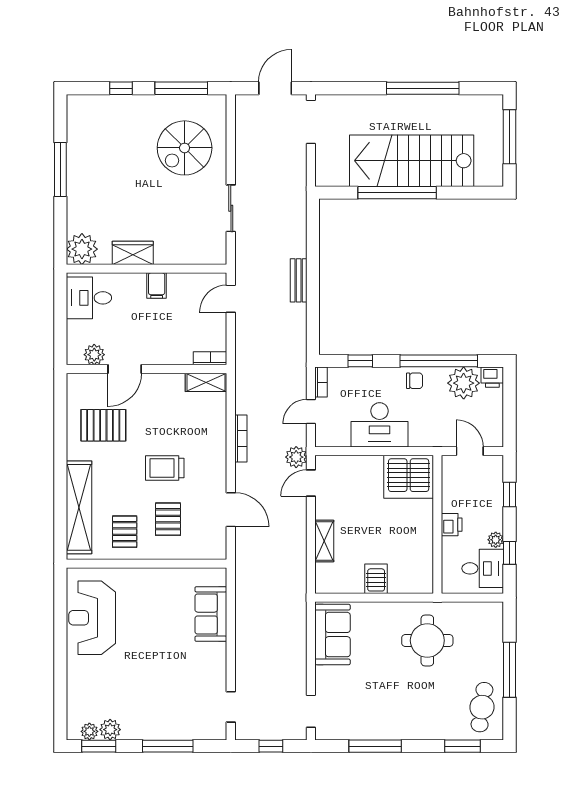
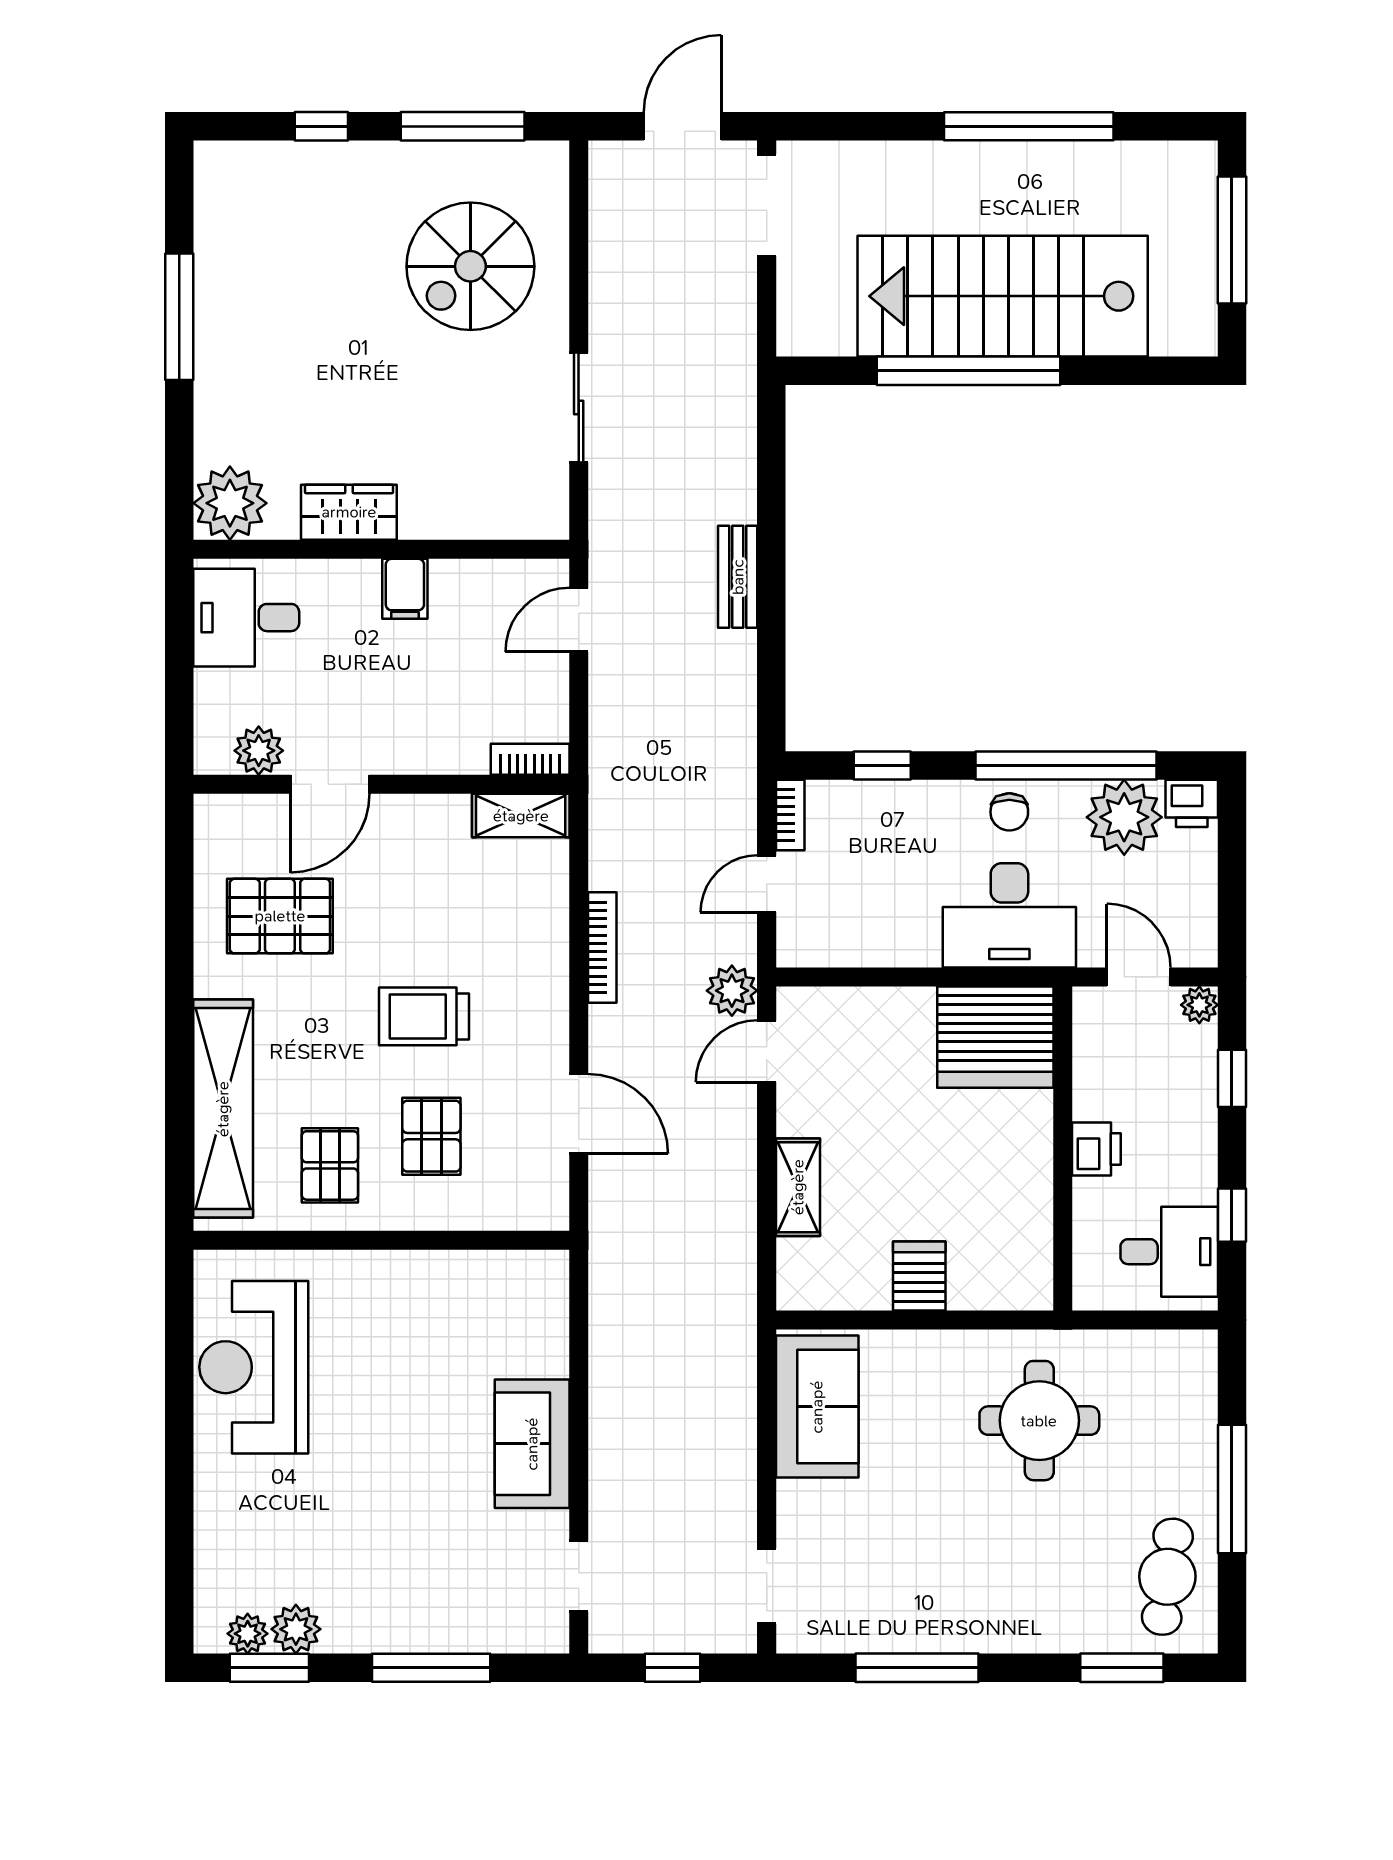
chair: (415, 381) -> (1009, 812), turned 90
desk: (380, 425) -> (1009, 915), moved
plant: (496, 540) -> (1199, 1005), moved
sofa: (211, 614) -> (532, 1444), moved

